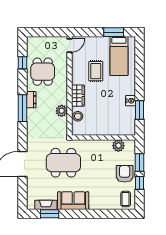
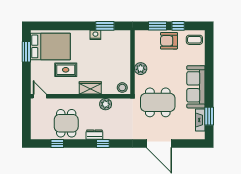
bed: (119, 56) -> (50, 46), width x1.50
dining table: (43, 72) -> (66, 123), turned 90
window: (23, 108) -> (103, 143), width x0.46
stool: (78, 116) -> (122, 88), moved
plant: (118, 146) -> (141, 69), moved
dining table: (63, 163) -> (158, 102), turned 90
sofa: (73, 201) -> (196, 87), width x1.36

